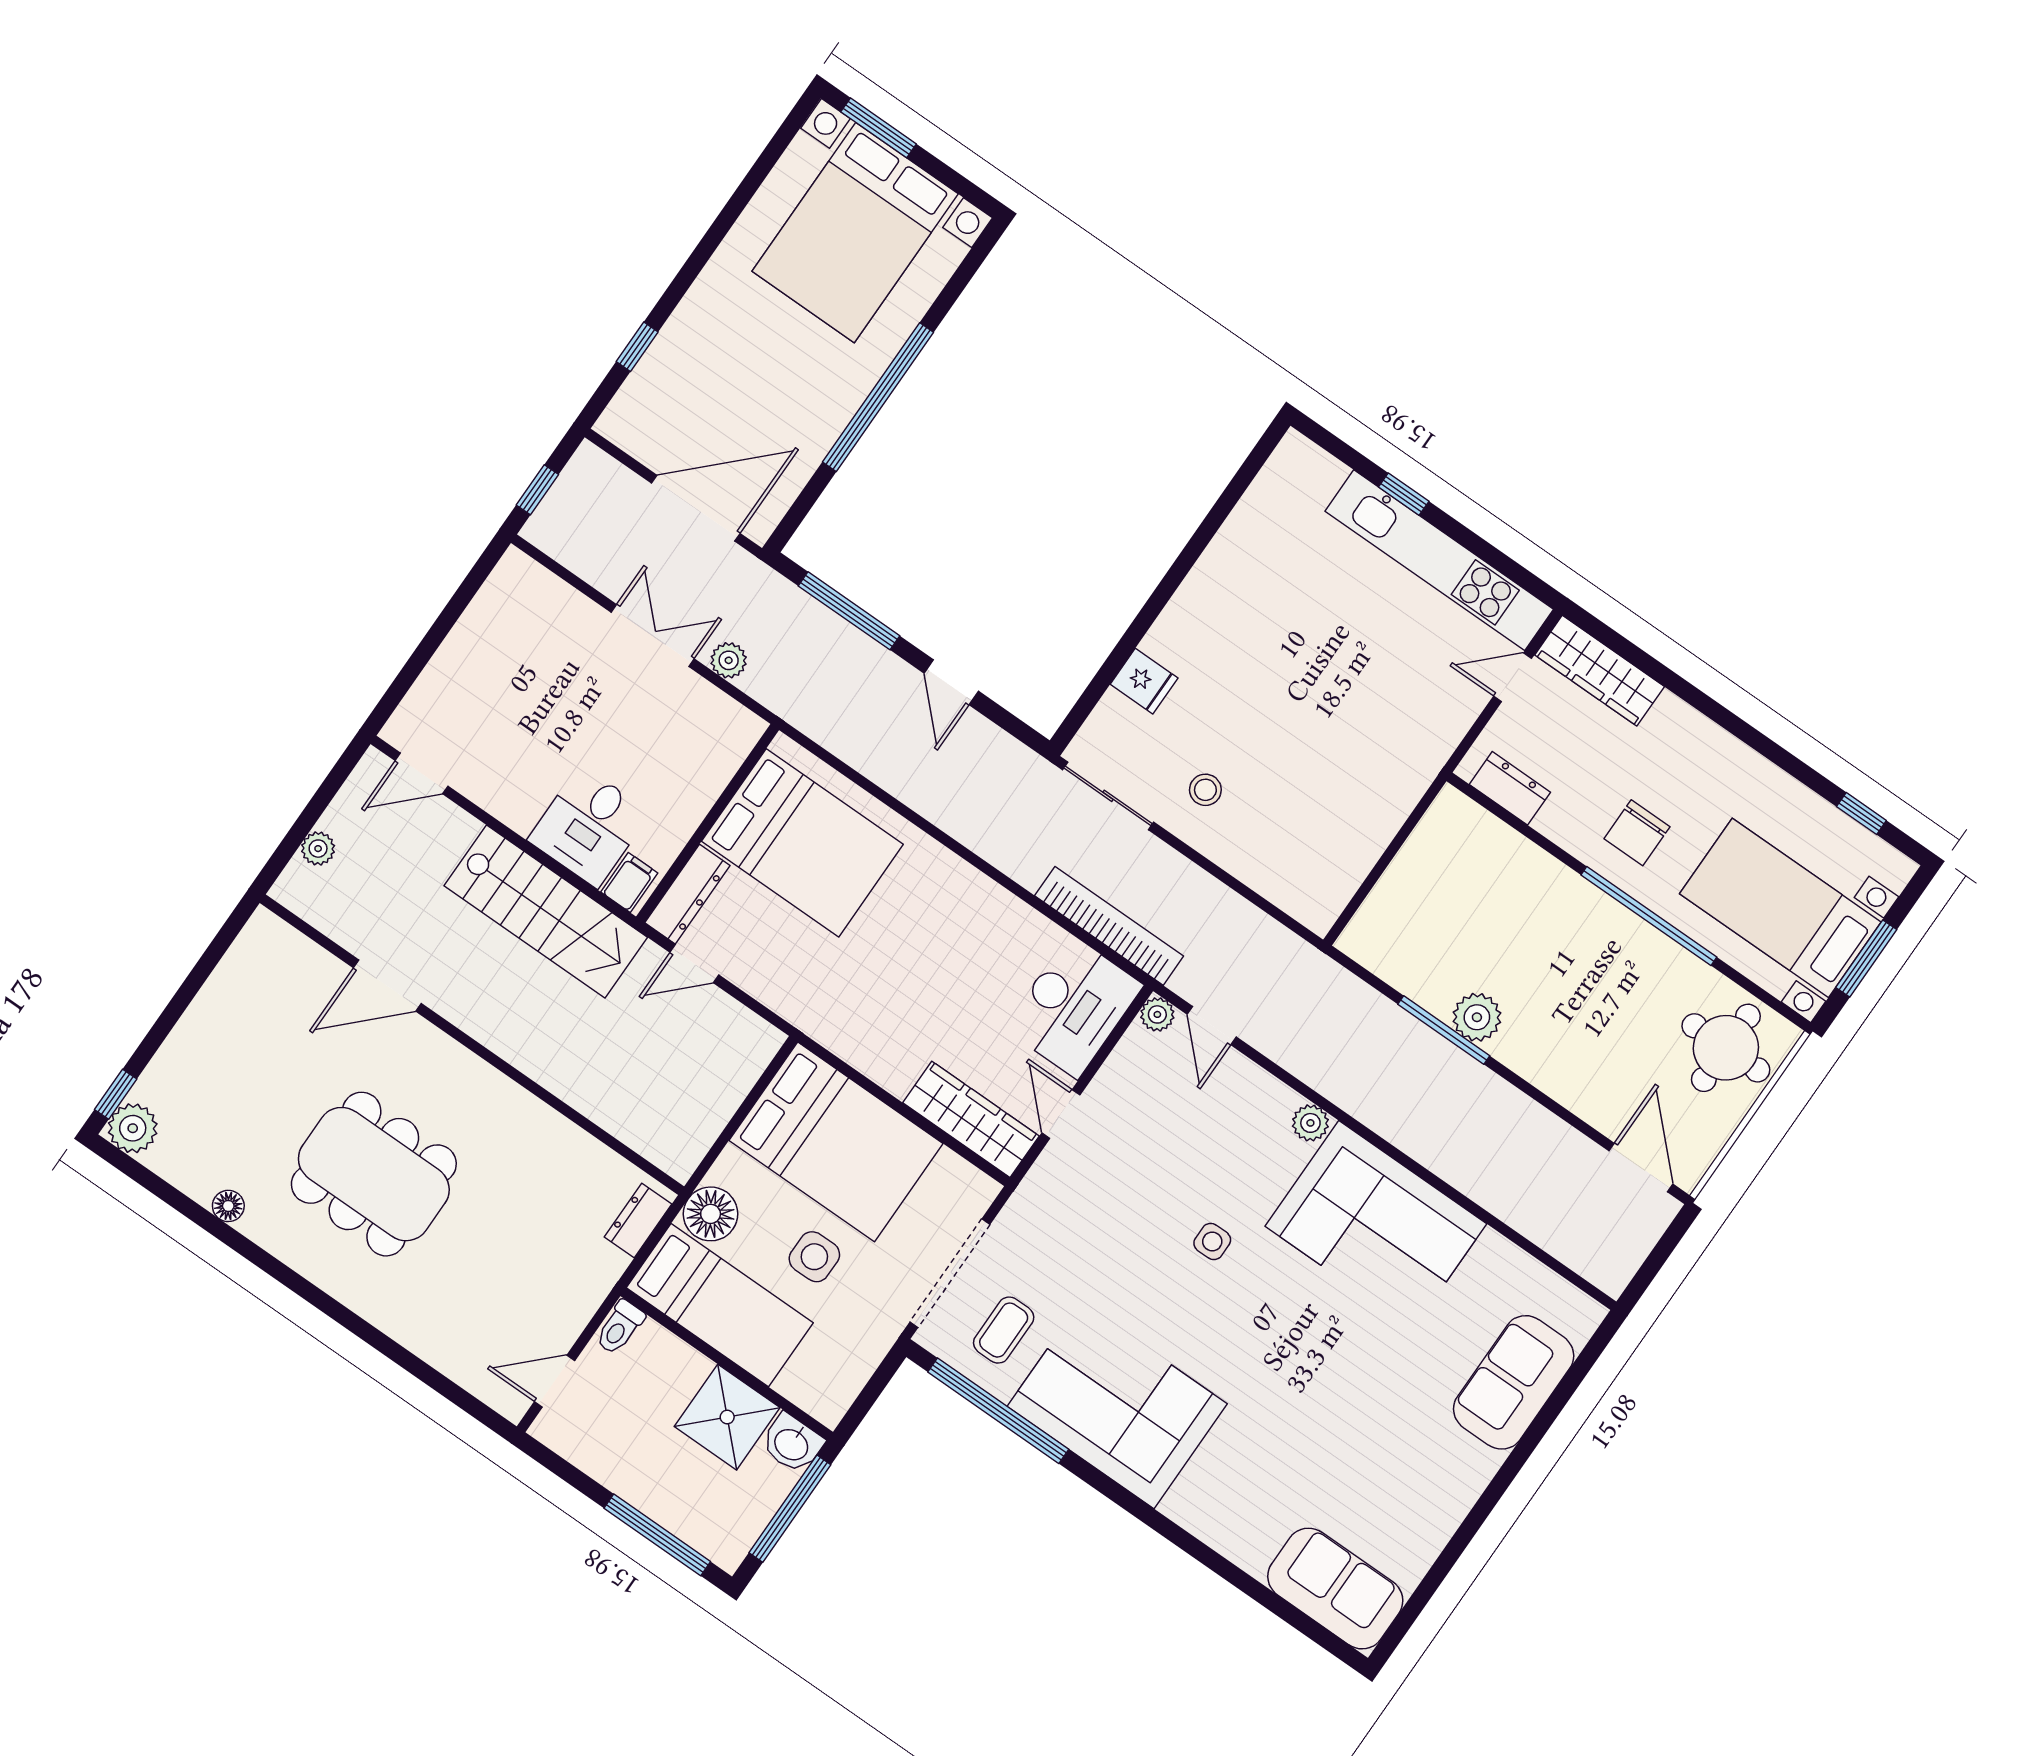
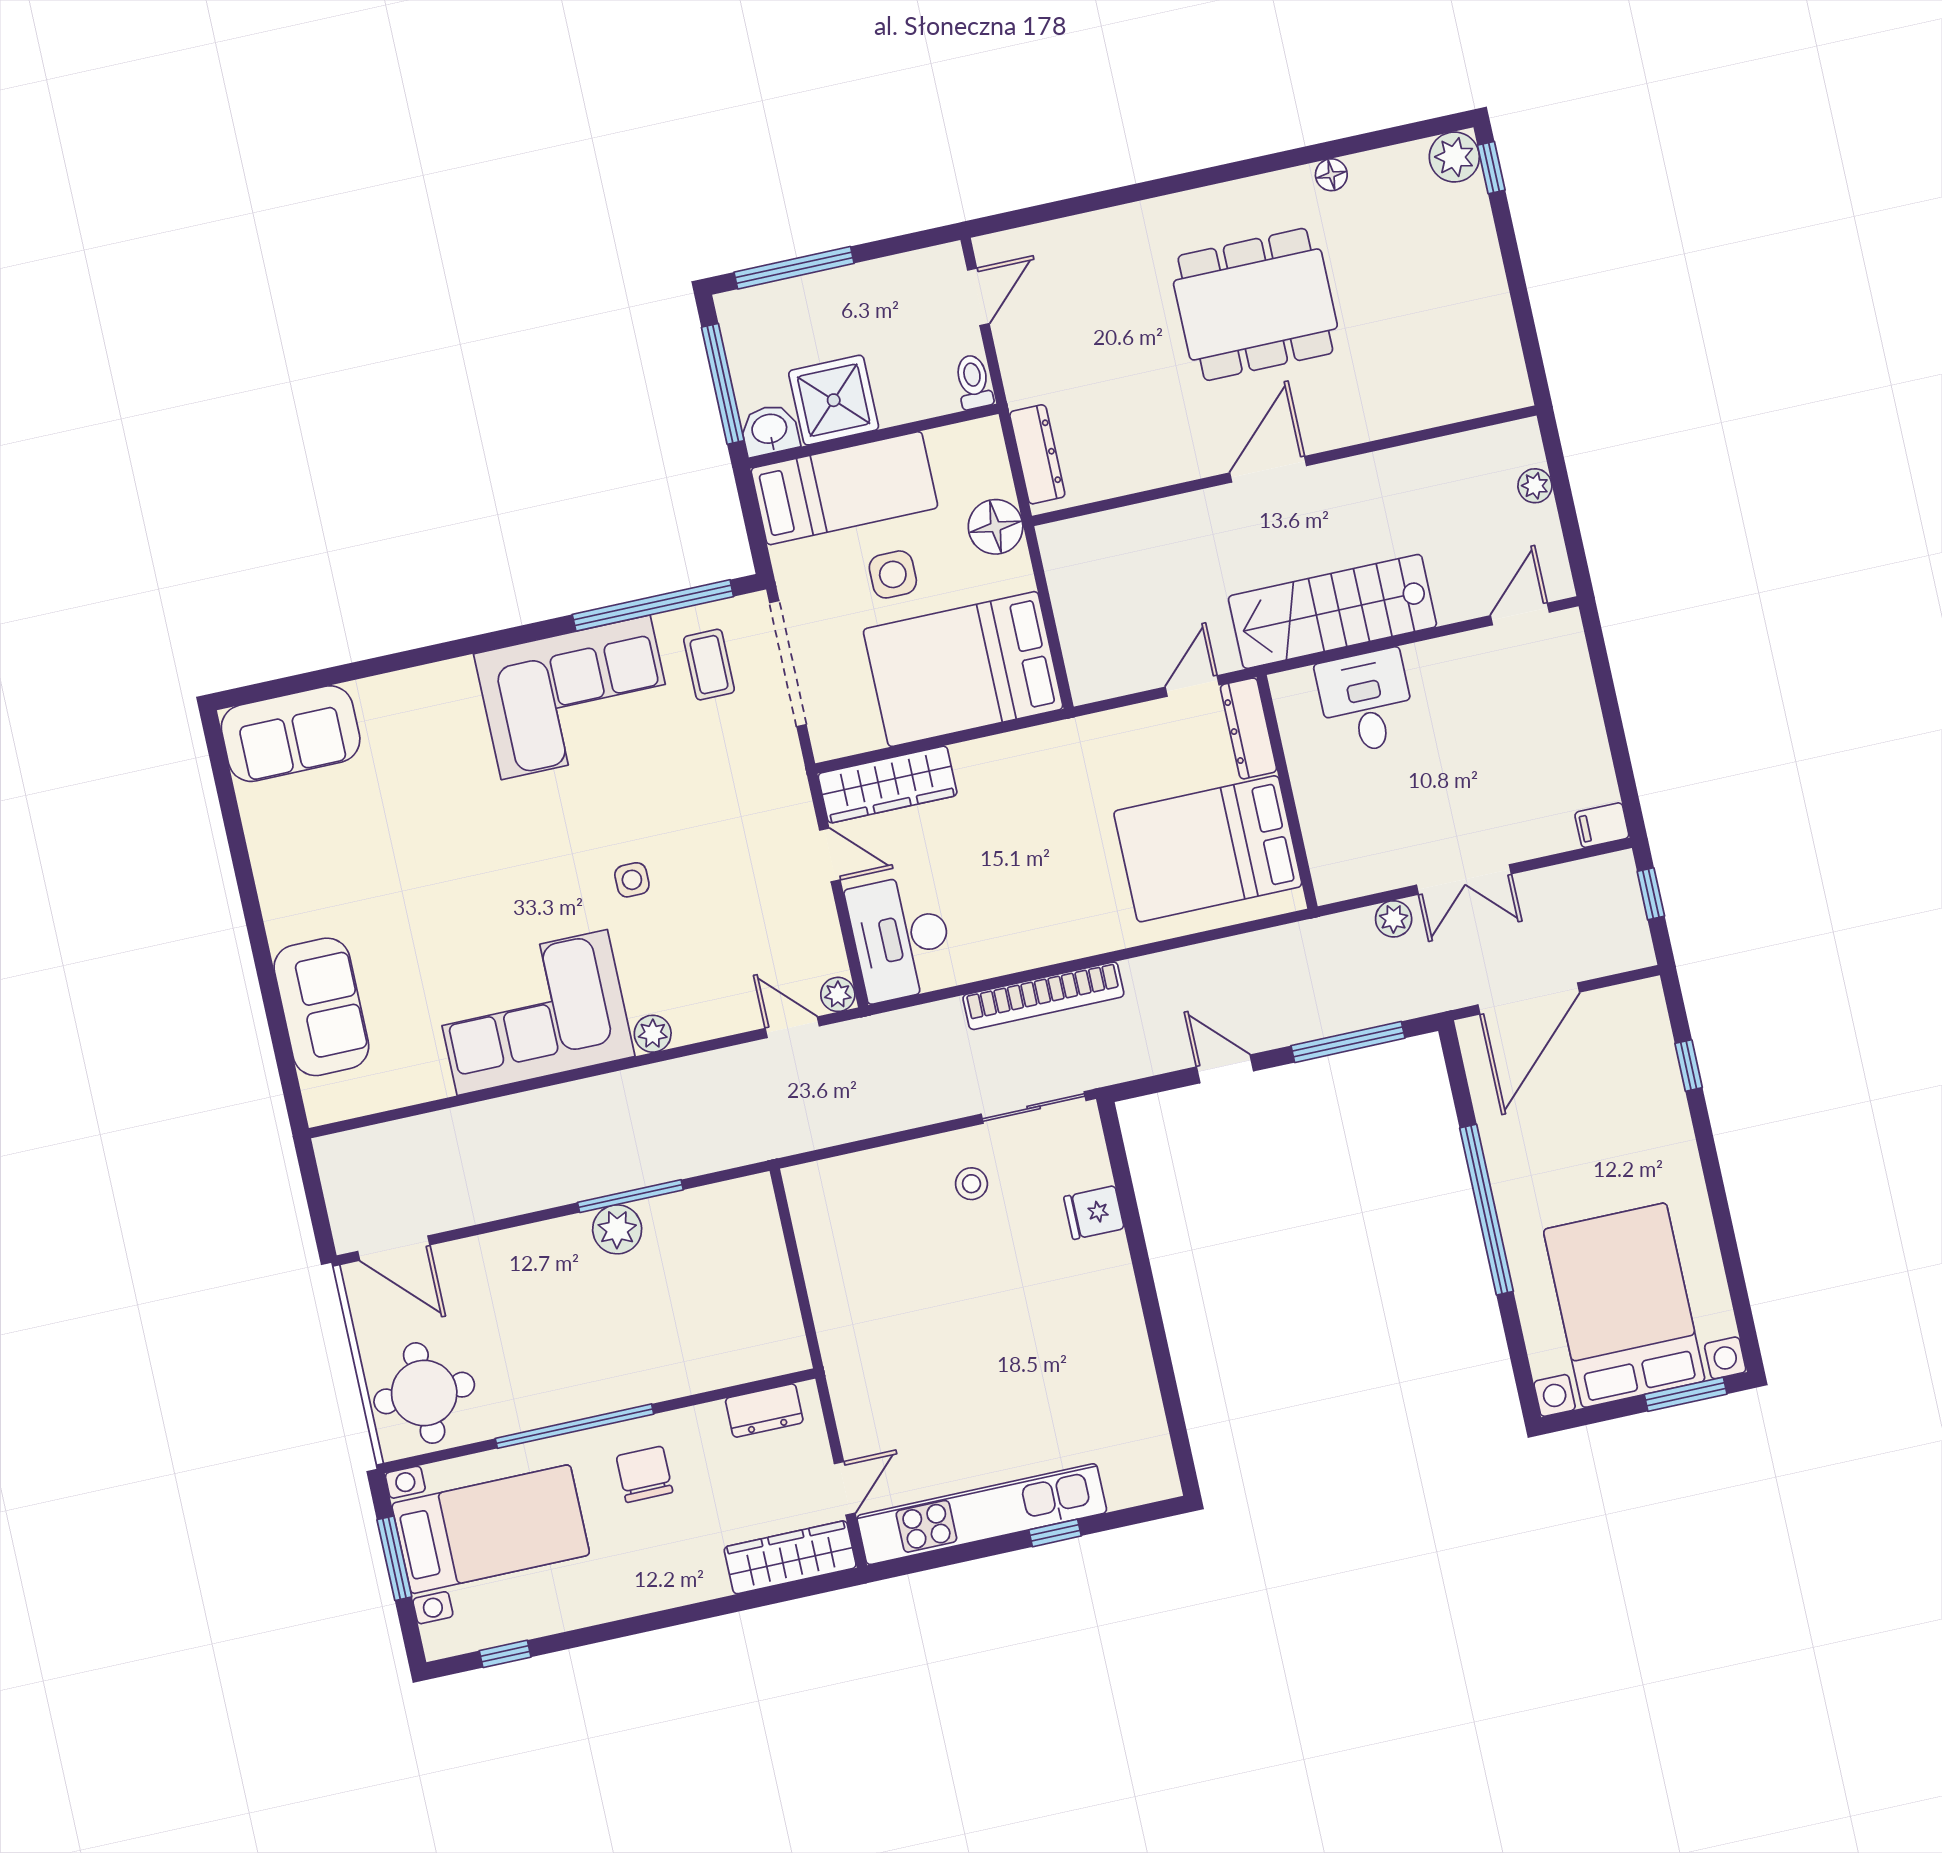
filing cabinet: (629, 883) -> (1602, 825), moved, turned 90
bookcase: (1109, 926) -> (1043, 996), moved
door: (387, 986) -> (1268, 469), moved
dresser: (638, 1220) -> (1037, 454), width x1.44
bed: (720, 1305) -> (844, 488), moved, turned 180

